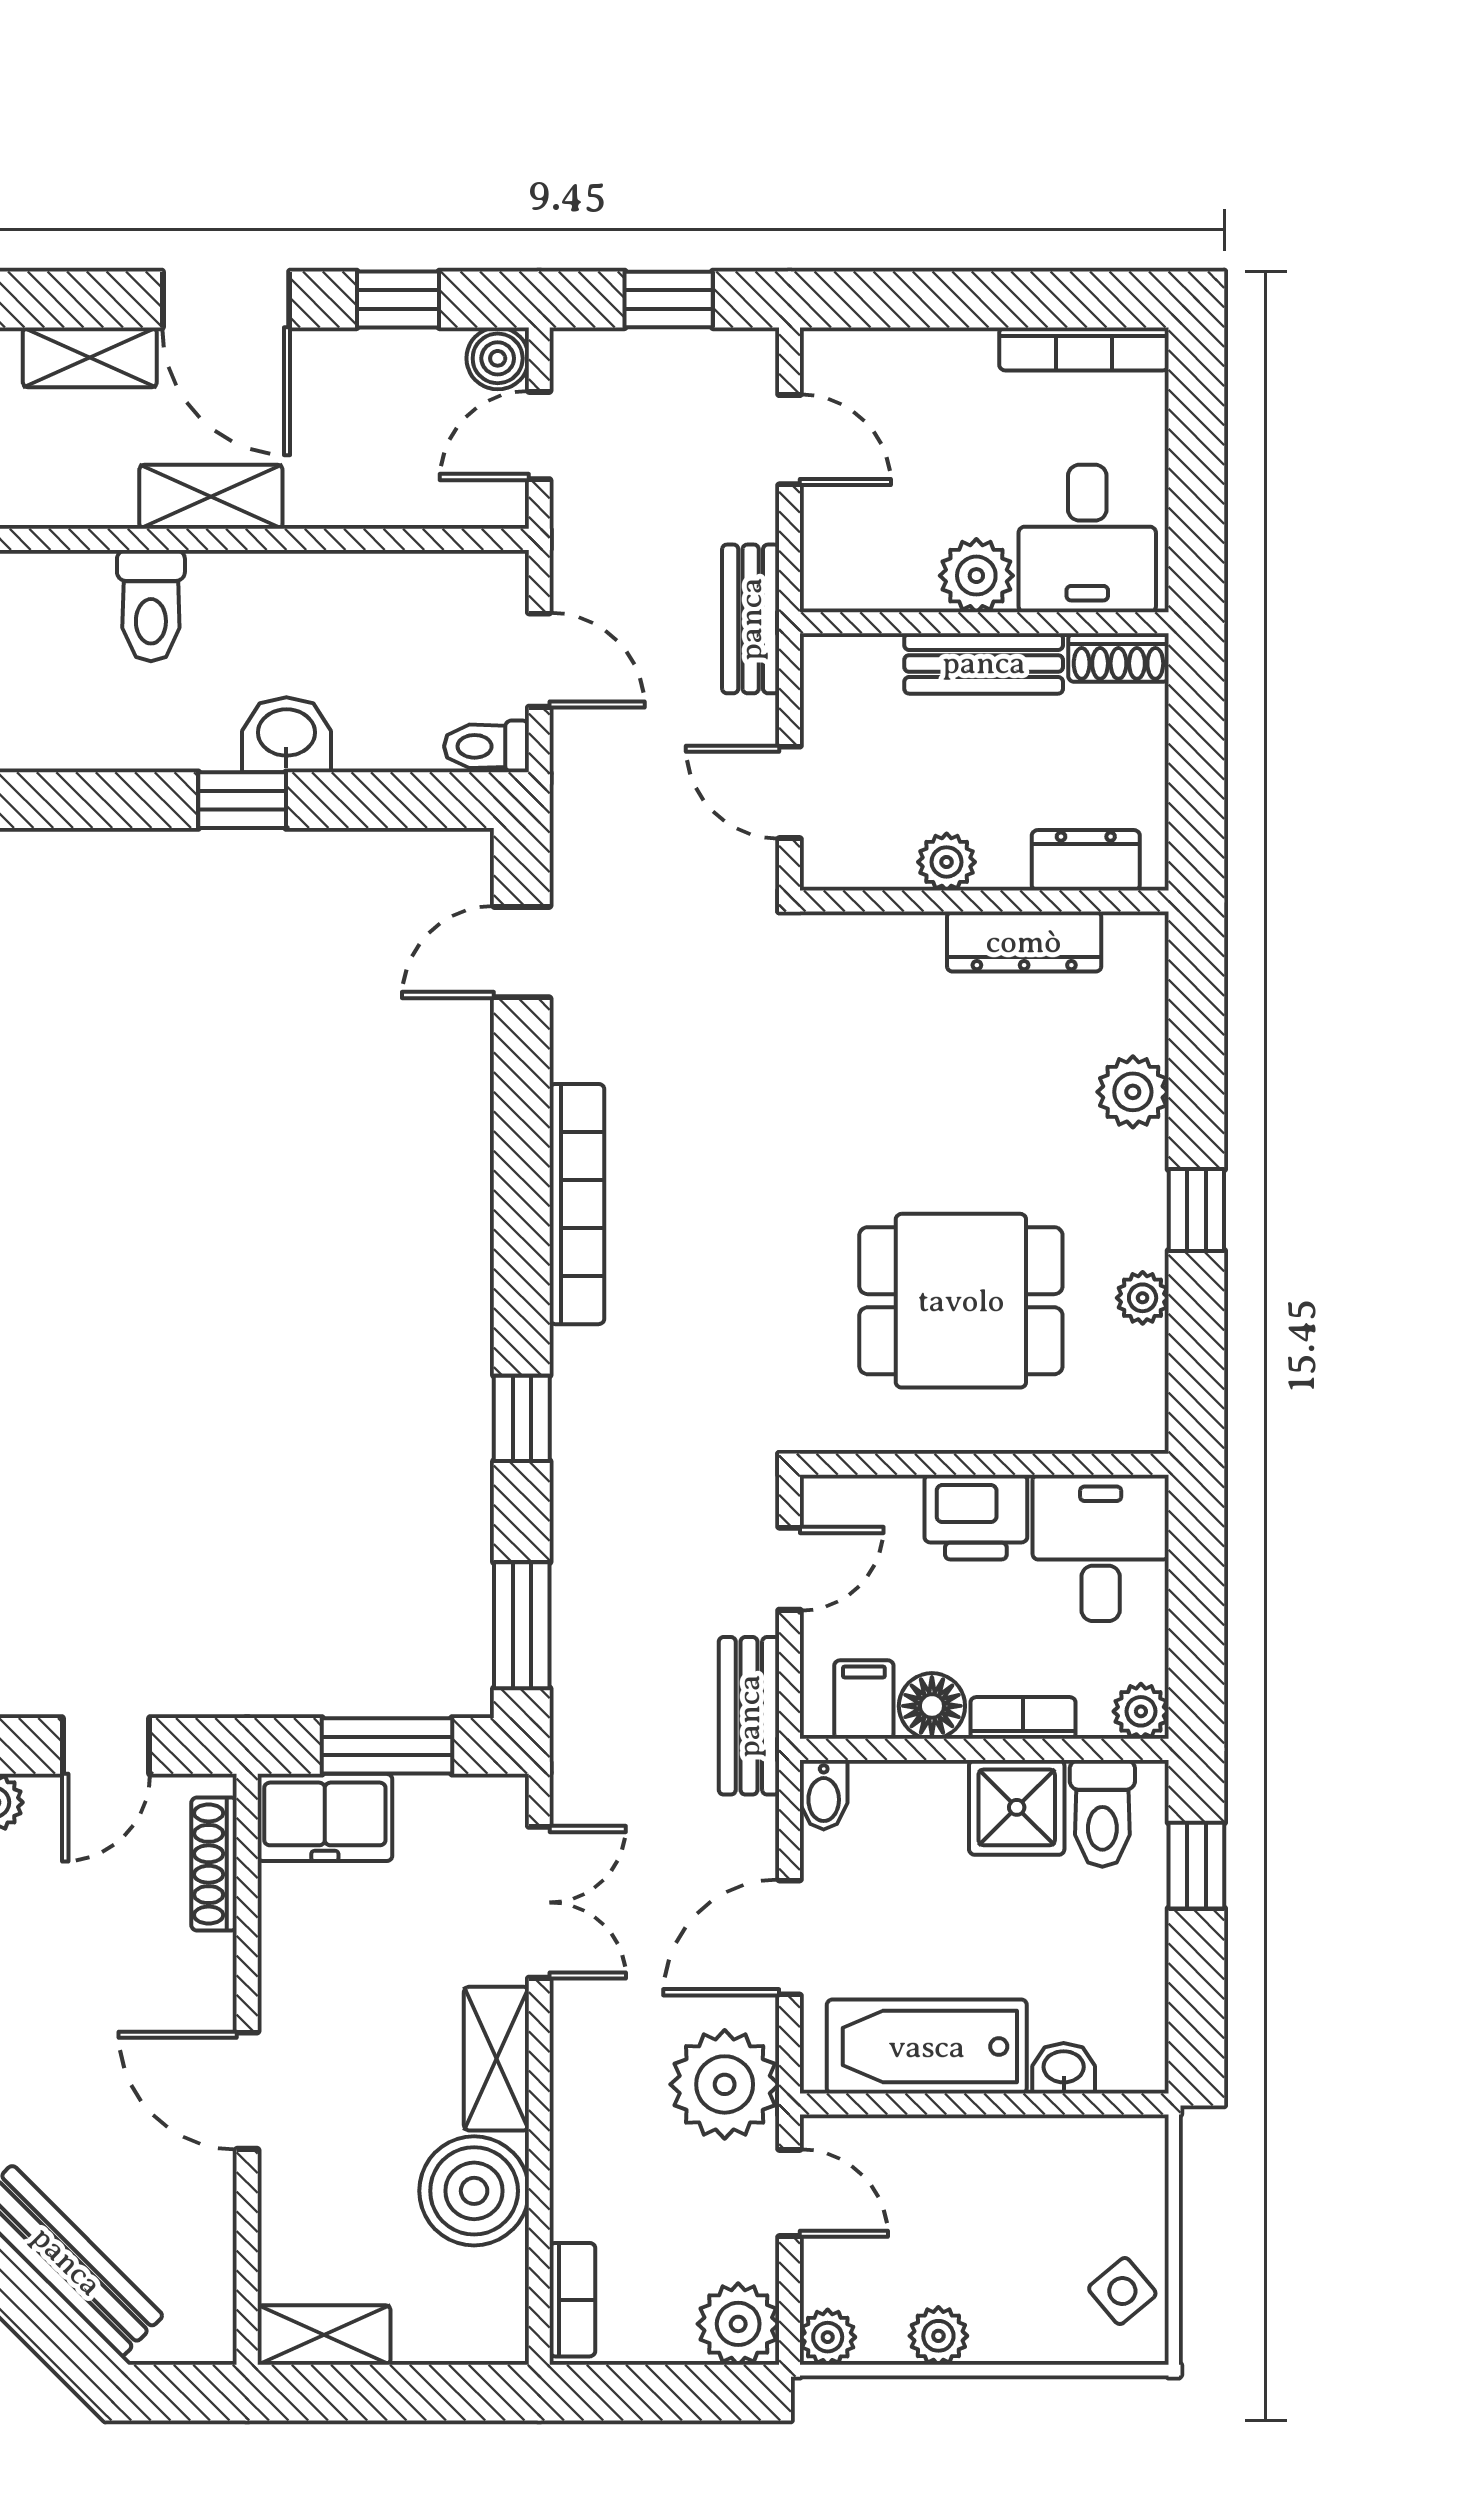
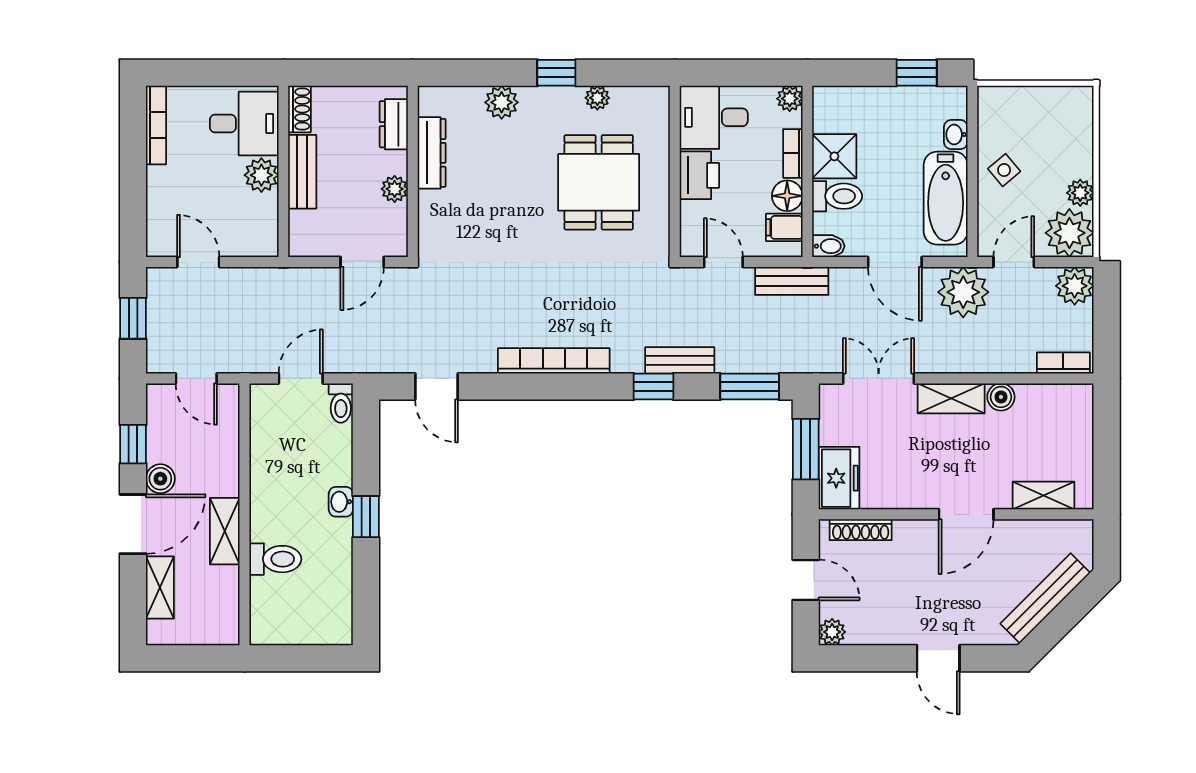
boiler: (498, 358) -> (160, 479), moved
door: (790, 440) -> (198, 262), hinge flipped
bench: (751, 619) -> (680, 360), moved
washbasin: (286, 735) -> (341, 502), width x0.72, depth x0.69
toilet: (1102, 1813) -> (837, 196), moved
window: (1196, 1866) -> (917, 73), moved
boiler: (474, 2191) -> (1001, 397), width x0.54, depth x0.54
side table: (1122, 2291) -> (1004, 170), moved
shelving: (324, 2335) -> (1044, 496), moved, turned 90
plant: (828, 2337) -> (1069, 233), width x1.88, depth x1.88

